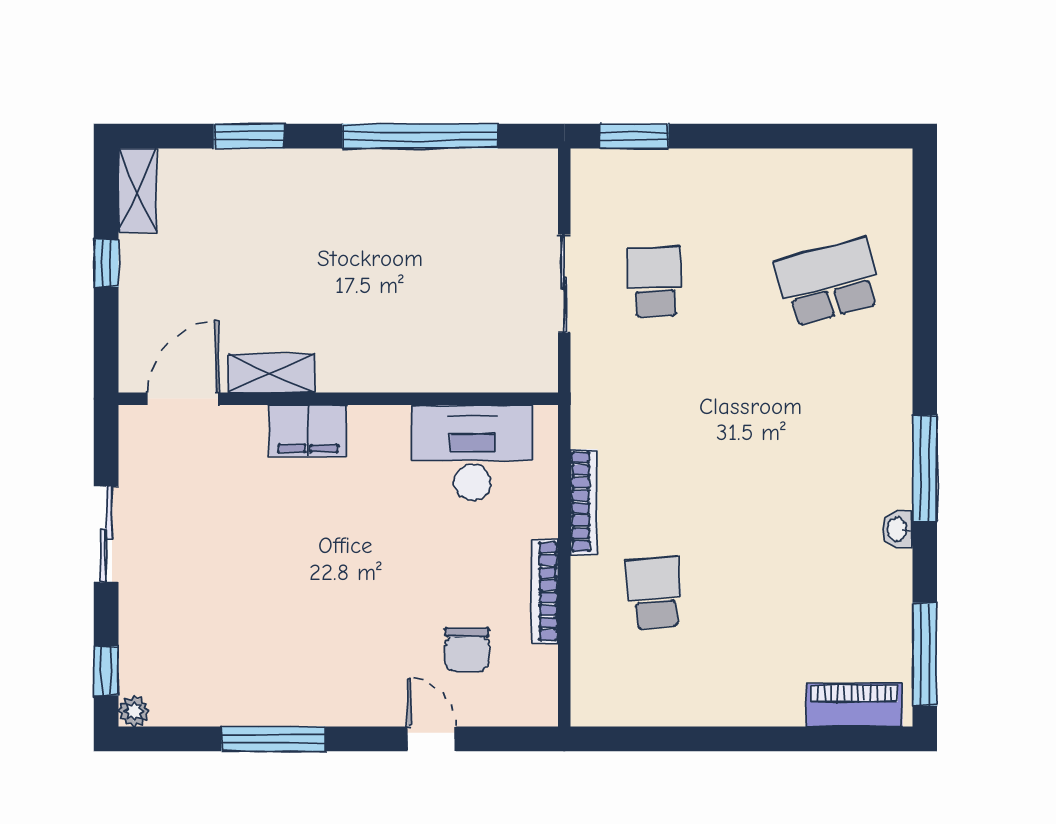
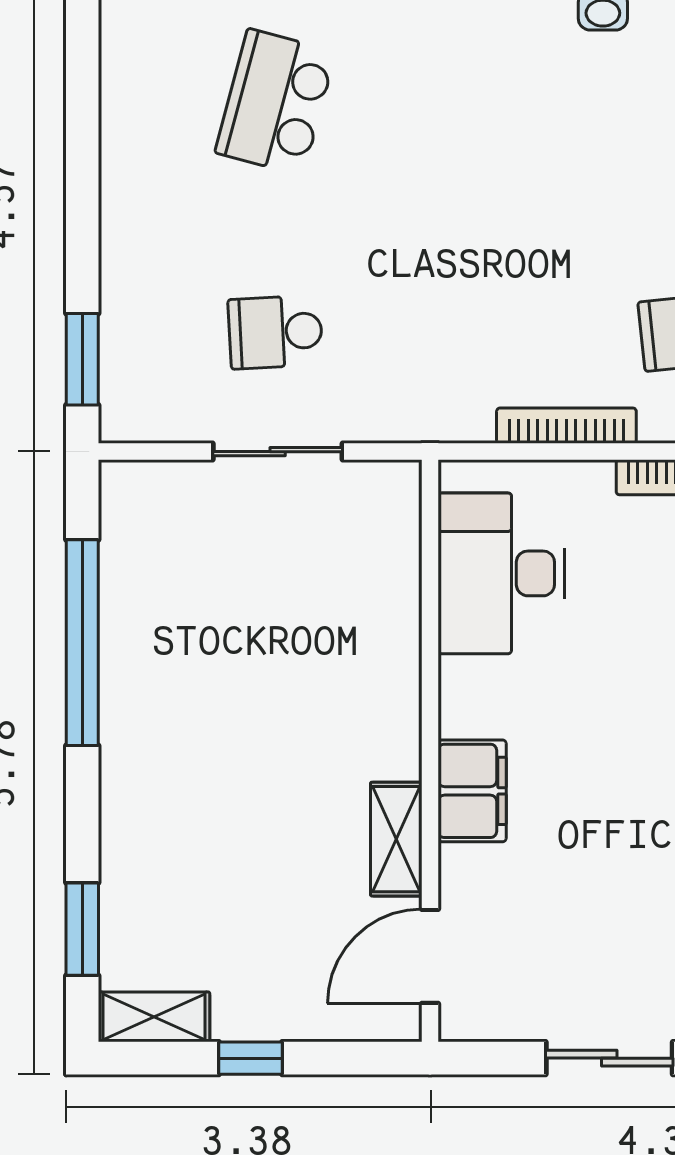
window: (249, 136) -> (82, 929), moved
school desk: (828, 282) -> (275, 102), turned 30
door: (183, 399) -> (430, 956), hinge flipped

